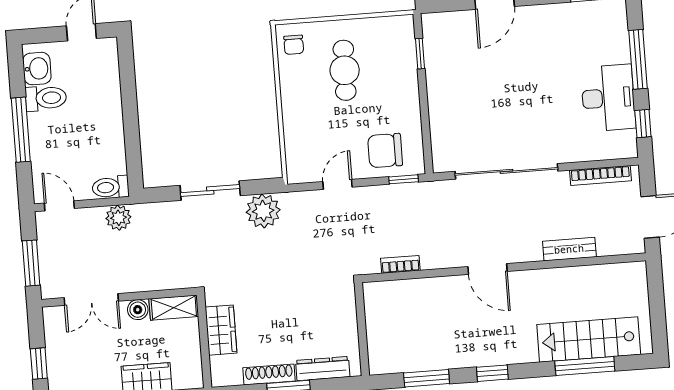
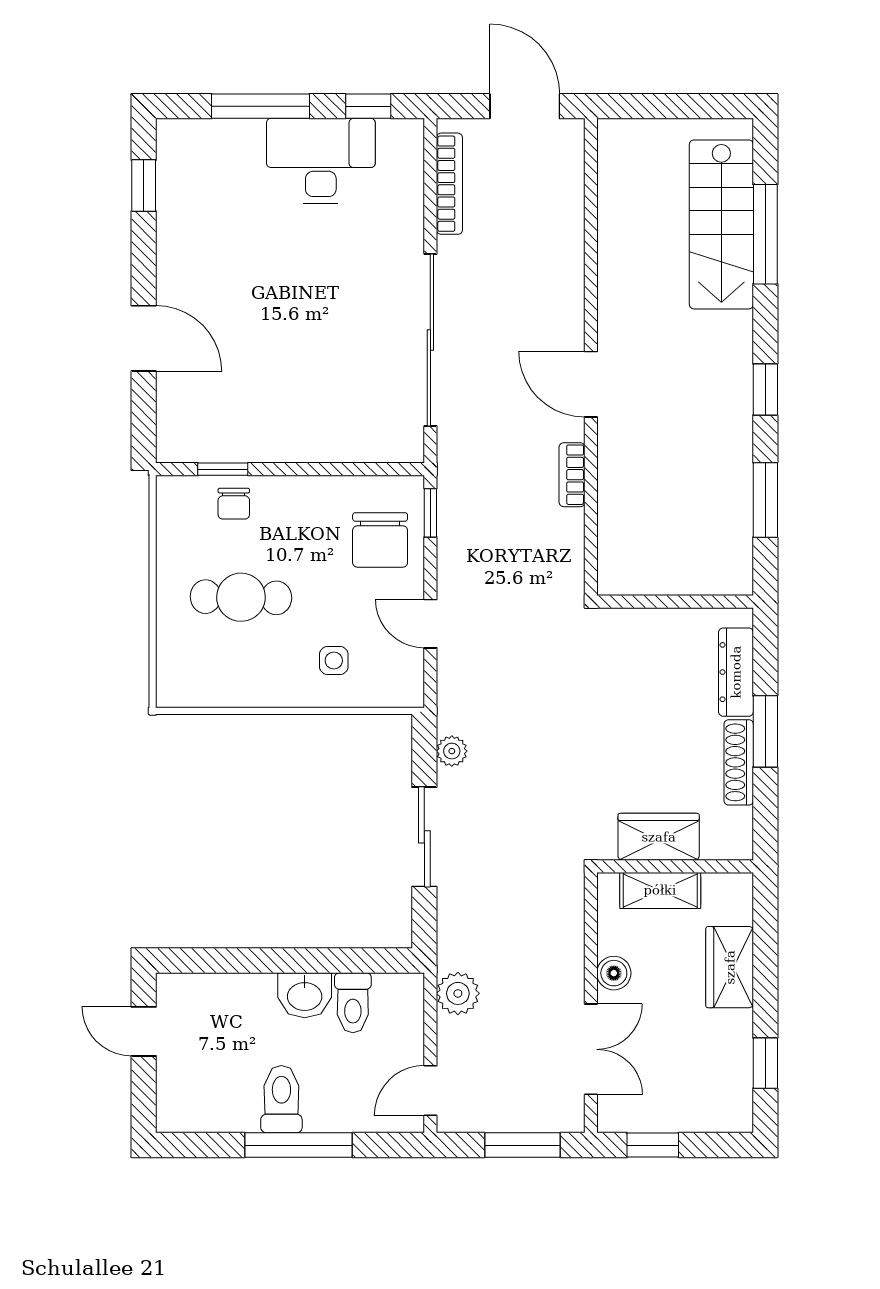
chair: (294, 45) -> (234, 504), moved, turned 90
washbasin: (37, 69) -> (305, 995), moved, turned 180
toilet: (46, 98) -> (281, 1099), moved
side table: (311, 128) -> (334, 661), added
toilet: (111, 187) -> (353, 1003), moved
plant: (263, 211) -> (452, 751), width x0.53, depth x0.53
bench: (569, 249) -> (568, 245), removed
bookcase: (400, 264) -> (572, 475), moved
door: (488, 269) -> (591, 384), swing flipped
shelving: (174, 308) -> (660, 890), moved, turned 90
window: (39, 364) -> (653, 1145), moved

